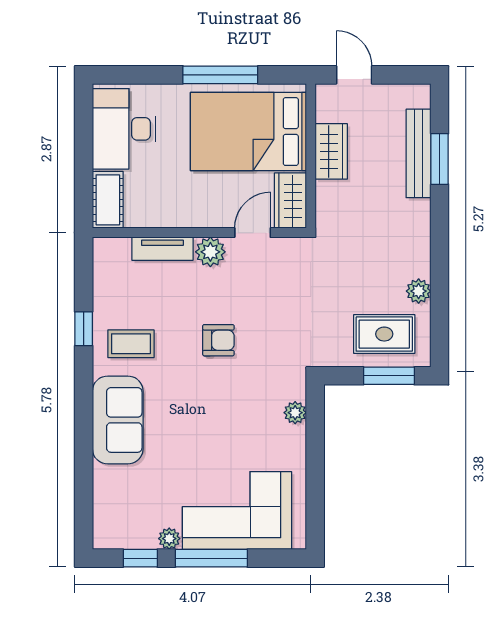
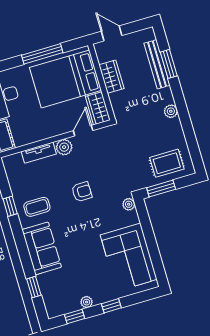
plant: (419, 291) -> (171, 111), moved
window: (389, 376) -> (161, 188), moved
plant: (295, 413) -> (129, 204), moved
window: (84, 484) -> (34, 287), added
corner sofa: (237, 510) -> (129, 257), moved, turned -90
window: (211, 558) -> (111, 306), width x0.46

